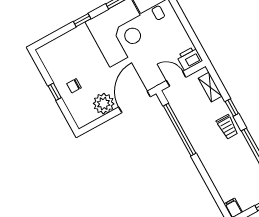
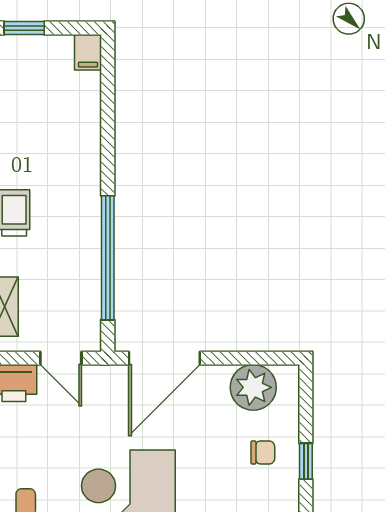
plant: (104, 104) -> (253, 387), moved

